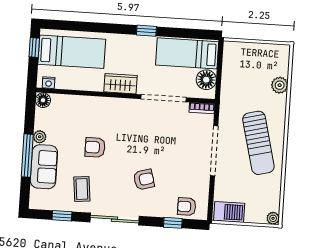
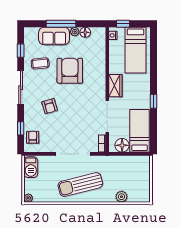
window: (34, 48) -> (123, 24), moved
floor lamp: (43, 100) -> (85, 32), moved
armchair: (95, 147) -> (70, 71), width x1.88, depth x1.88

